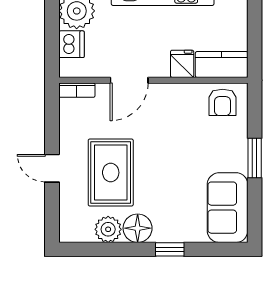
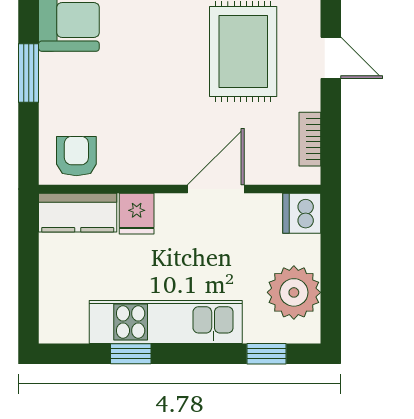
dishwasher: (71, 44) -> (302, 213), moved
bookcase: (77, 90) -> (310, 139), moved, turned -90

